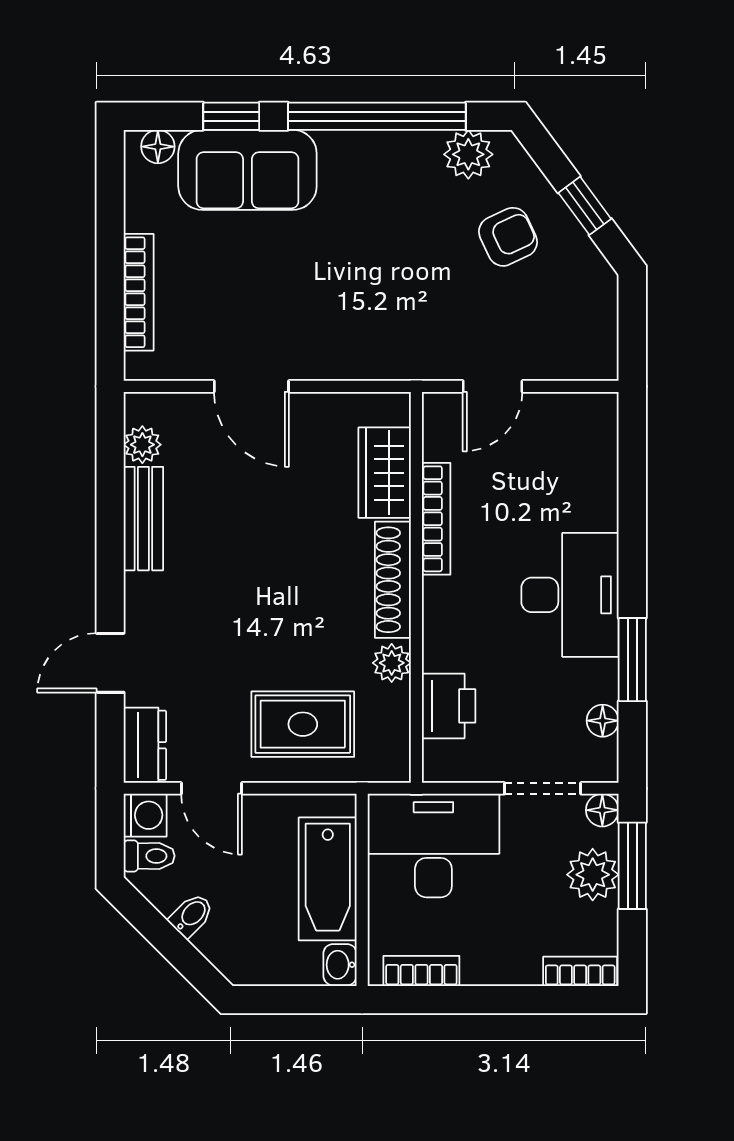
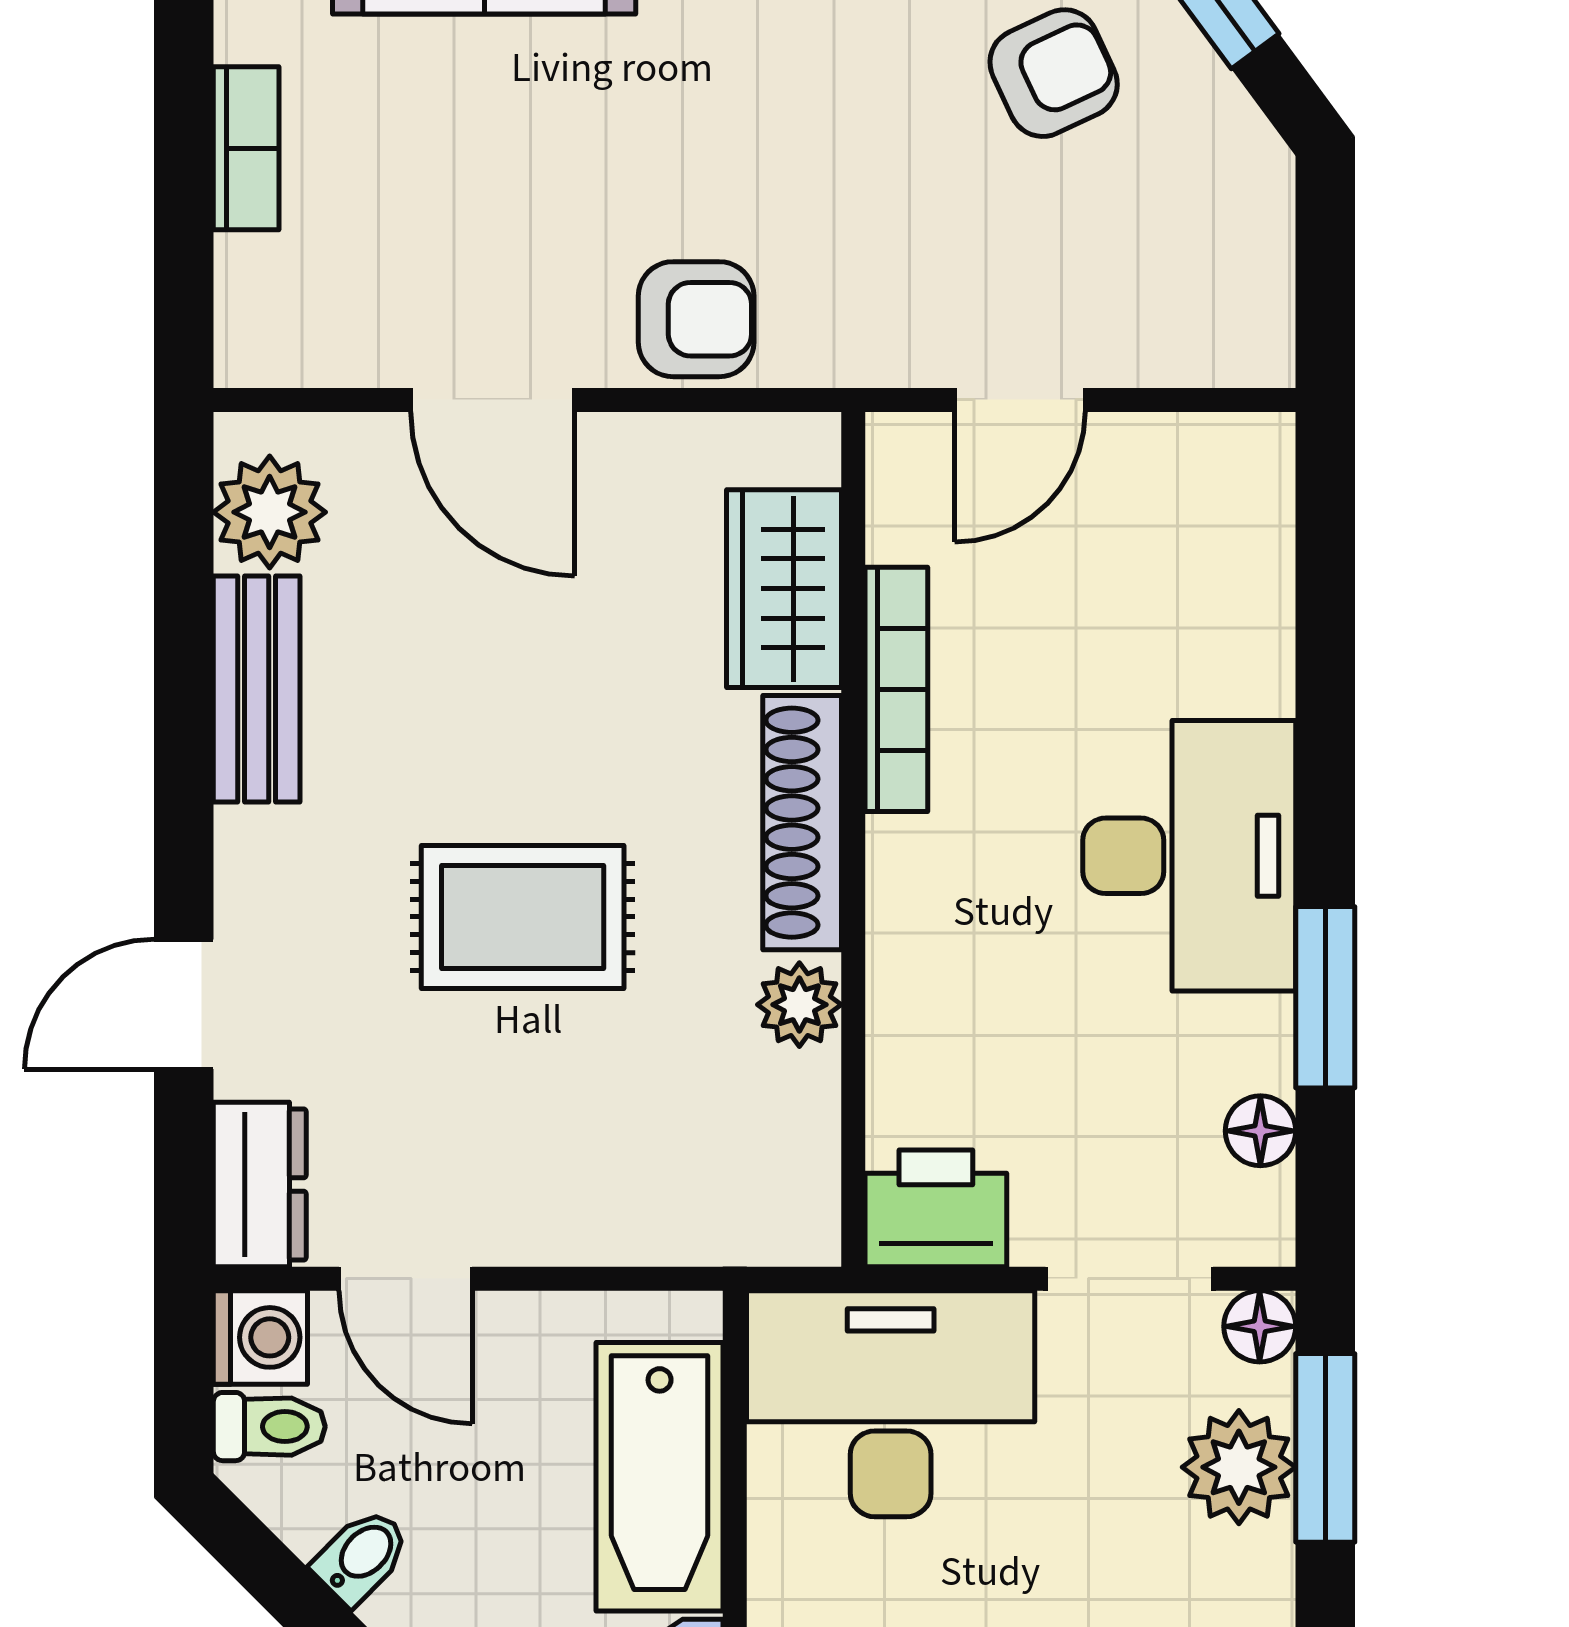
bookcase: (139, 292) -> (246, 148), width x0.64
armchair: (344, 349) -> (696, 319), added
plant: (142, 445) -> (270, 512), width x1.38, depth x1.38
printer: (449, 706) -> (936, 1208), moved, turned -90
rug: (303, 724) -> (523, 917), moved

